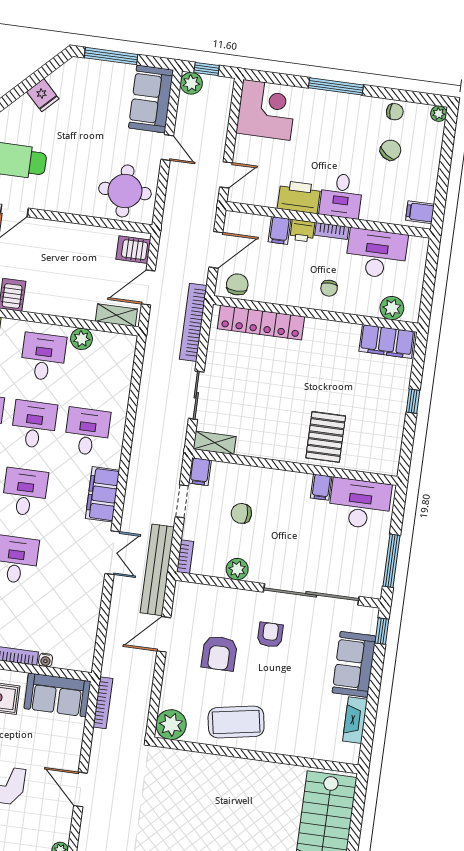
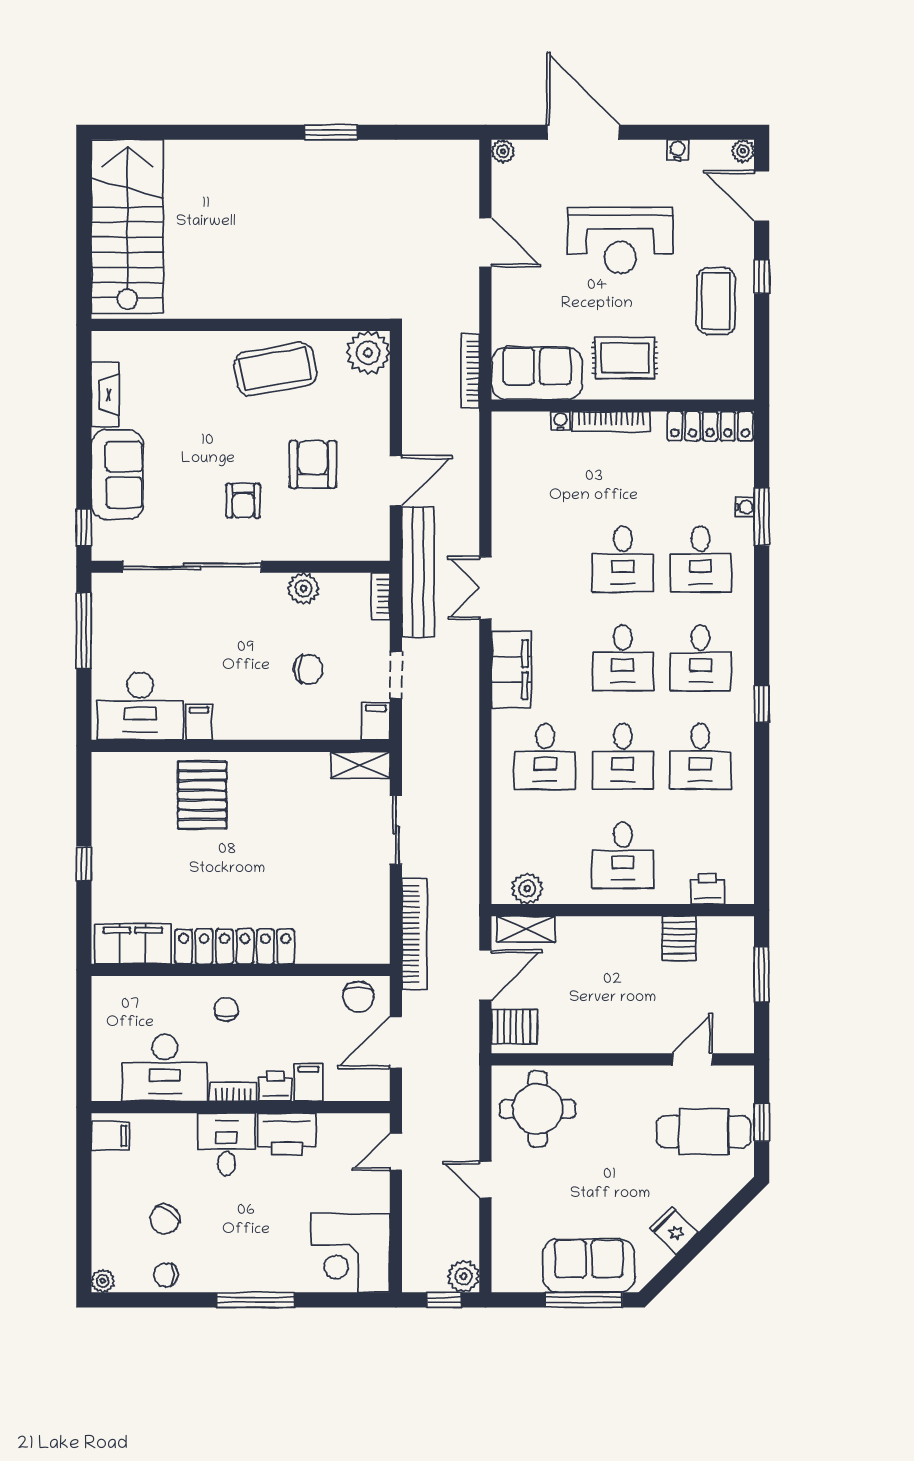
sofa: (151, 99) -> (589, 1266), moved, turned -90
plant: (392, 308) -> (132, 993), removed
locker: (261, 323) -> (235, 947), moved
plant: (81, 339) -> (527, 889), moved

